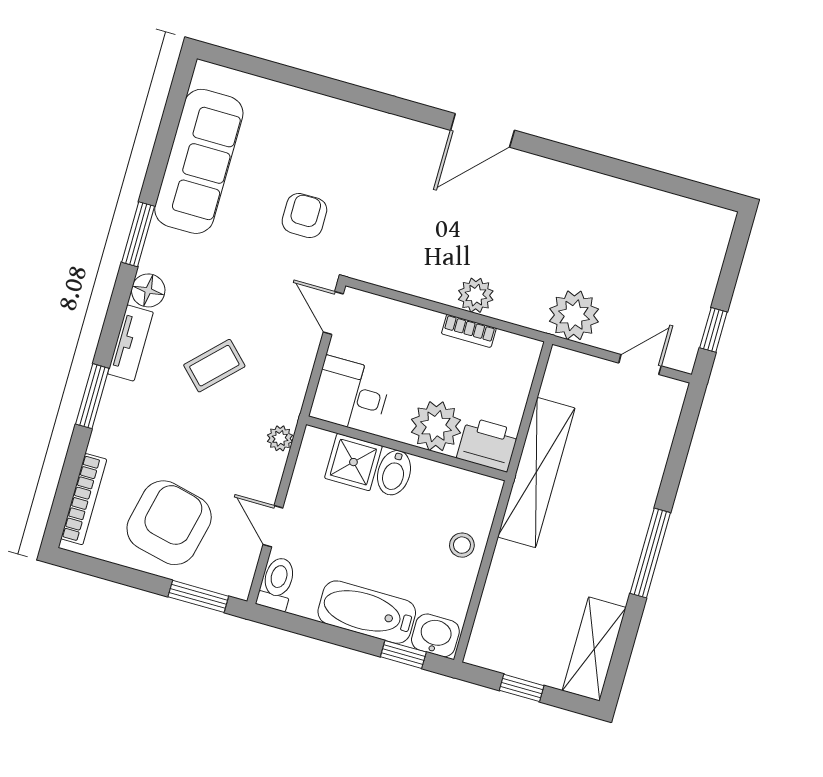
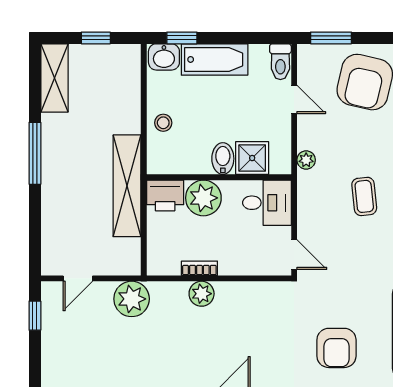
armchair: (304, 216) -> (336, 348), moved, width x1.38, depth x1.38
coffee table: (214, 366) -> (364, 196), turned -51

